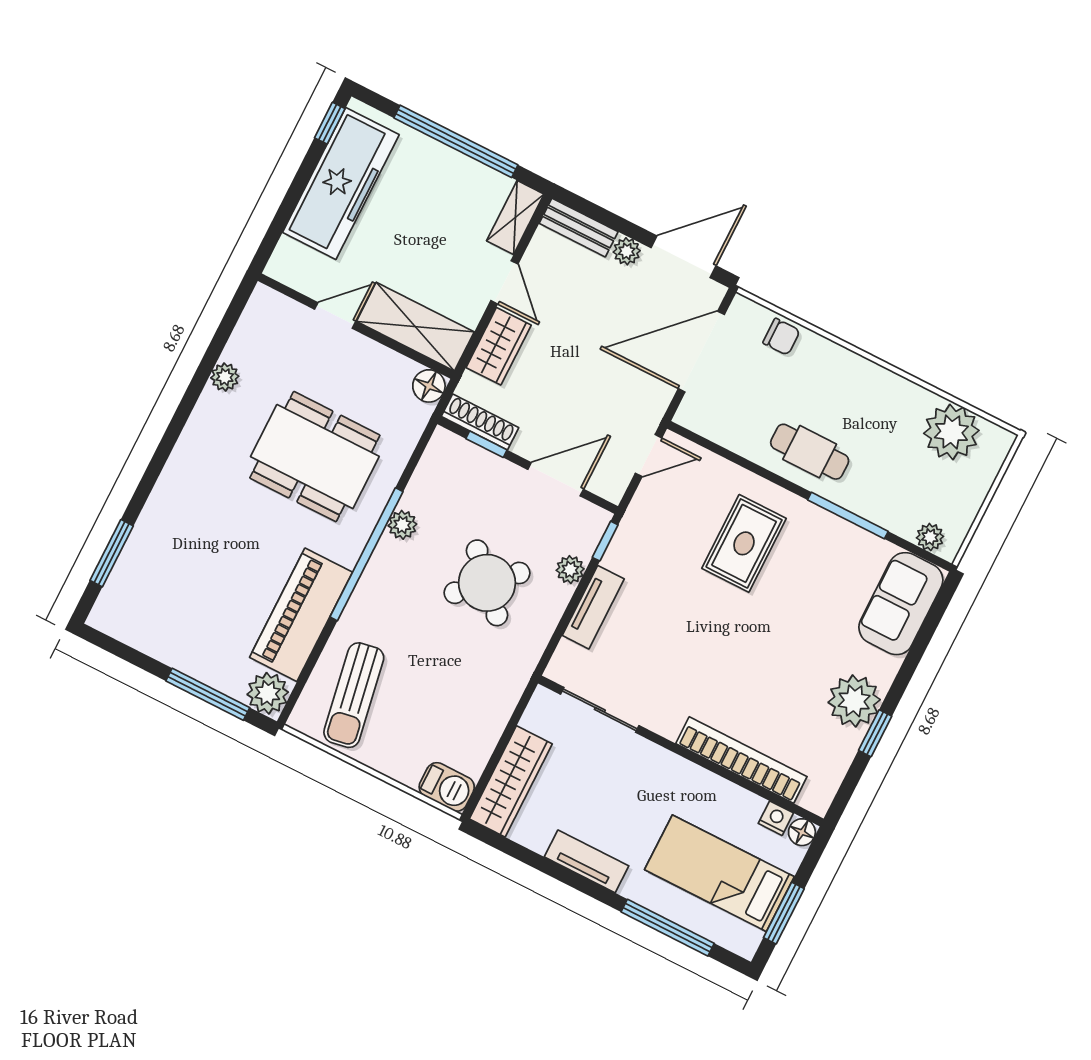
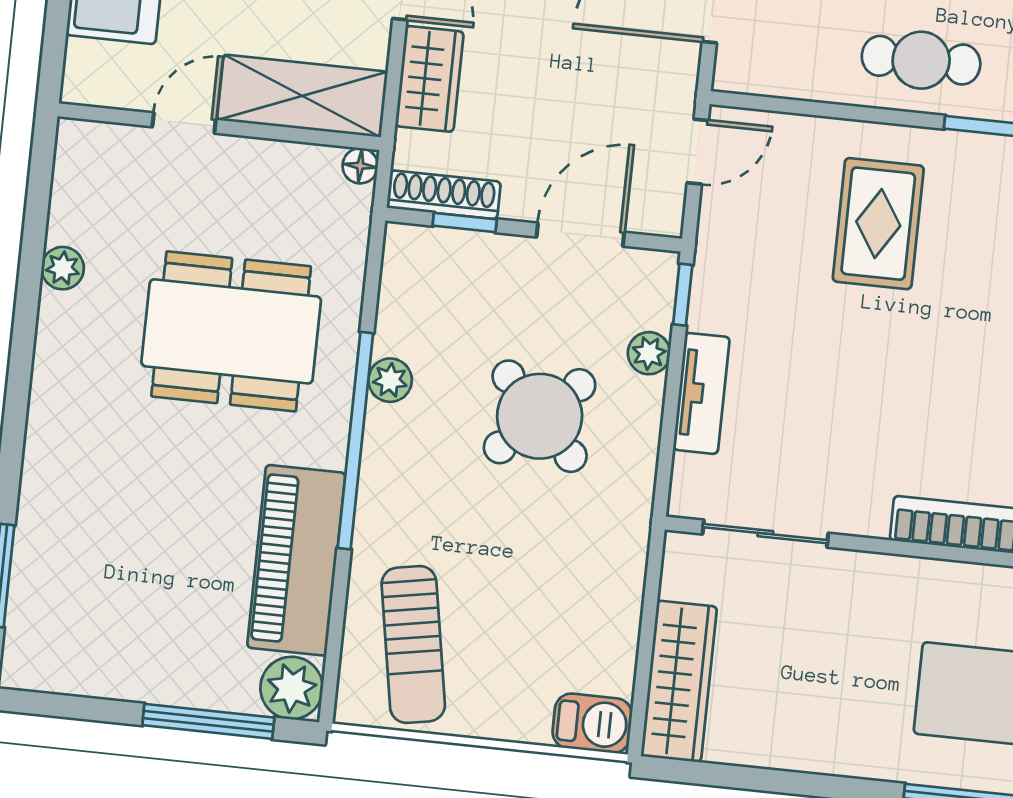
floor lamp: (429, 386) -> (360, 166), width x0.73, depth x0.73
tv unit: (587, 861) -> (828, 753), removed

